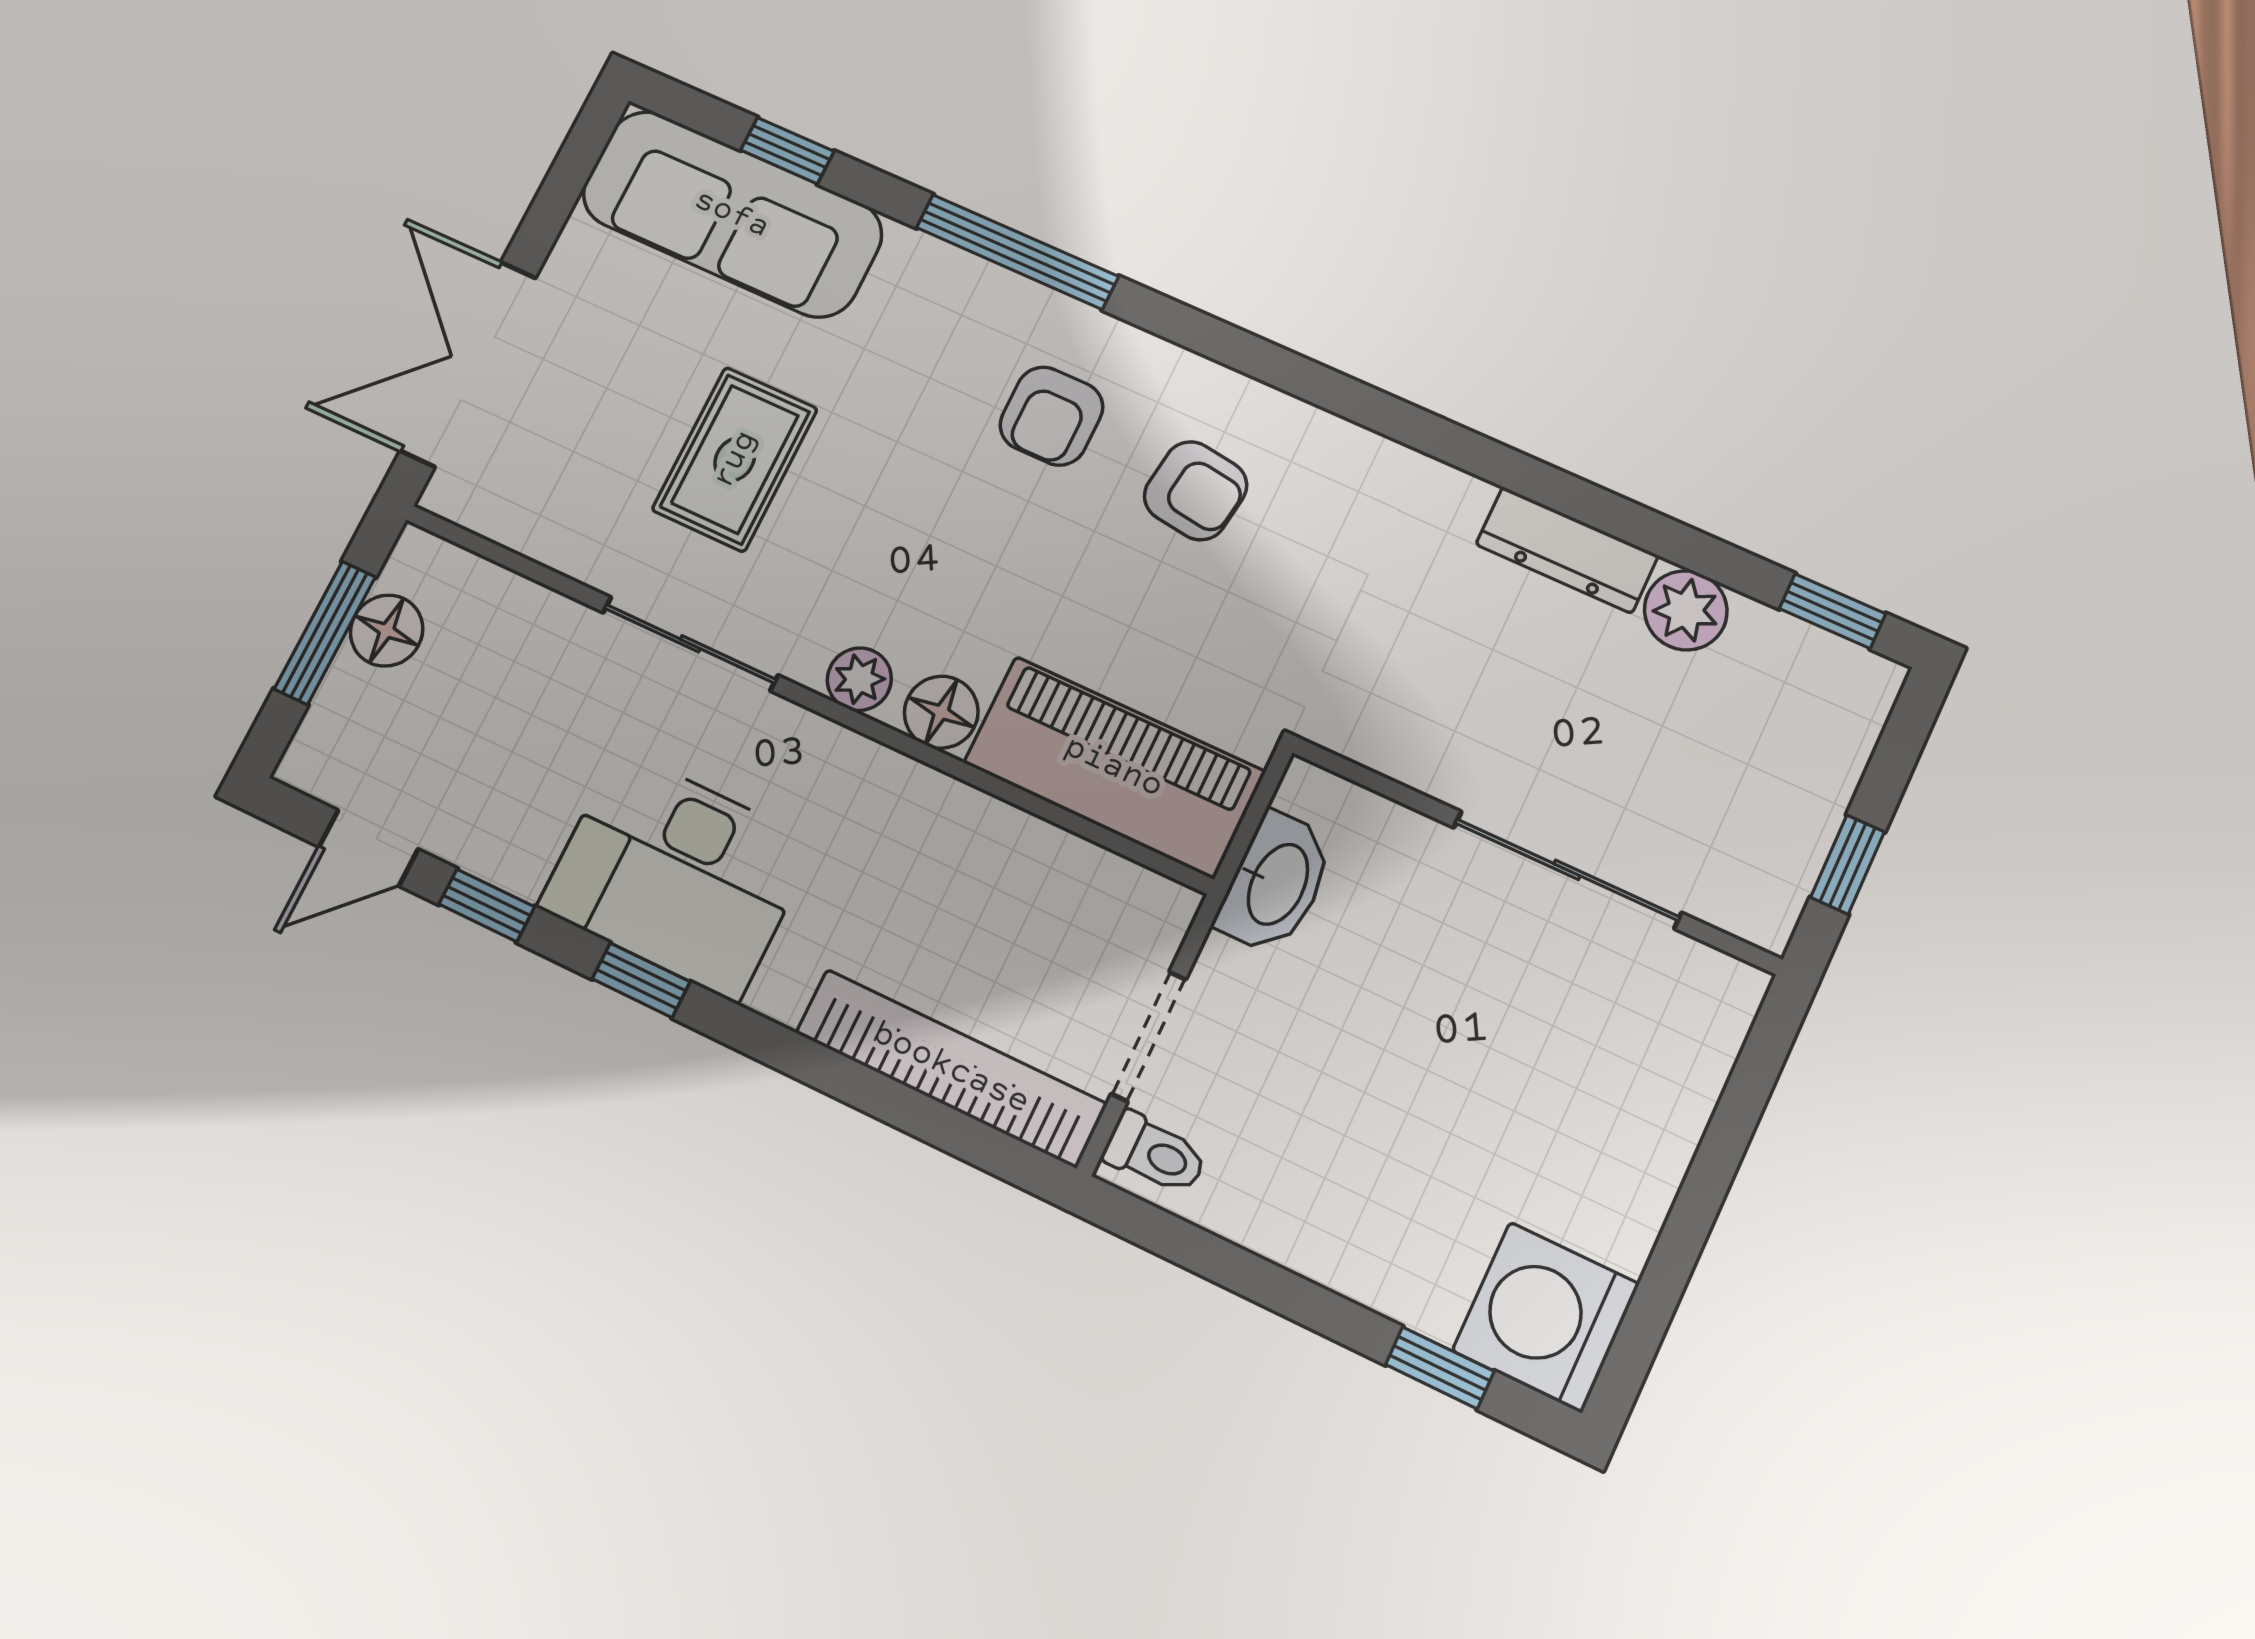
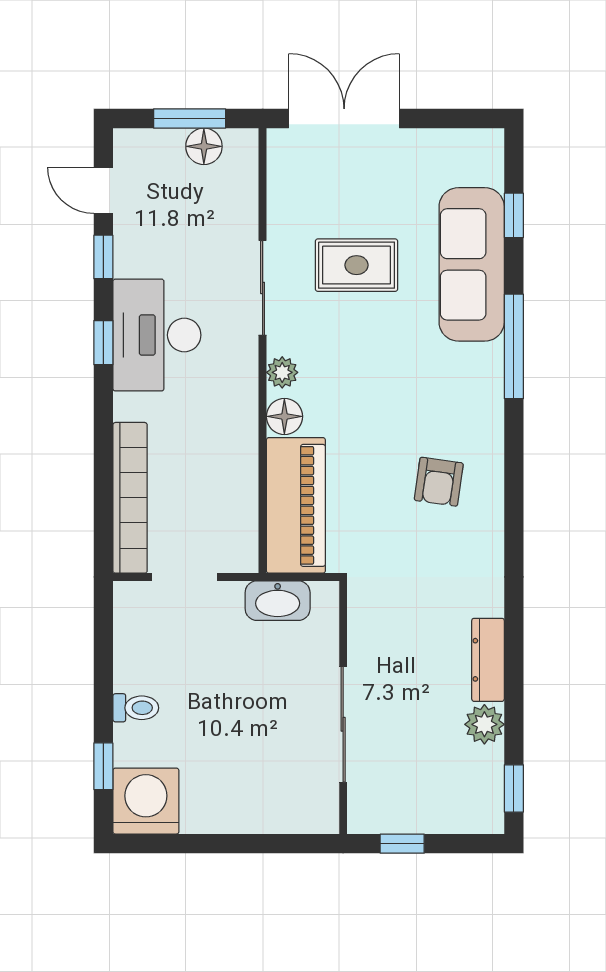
sofa: (732, 214) -> (472, 264), moved
armchair: (1051, 416) -> (443, 400), removed
toilet: (1155, 1154) -> (136, 708), moved, turned -90

